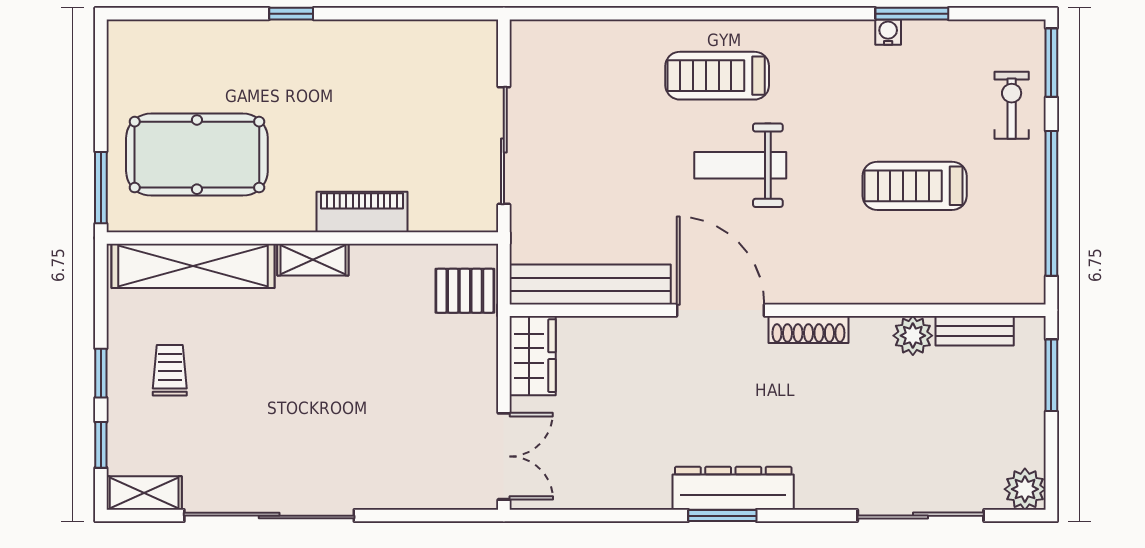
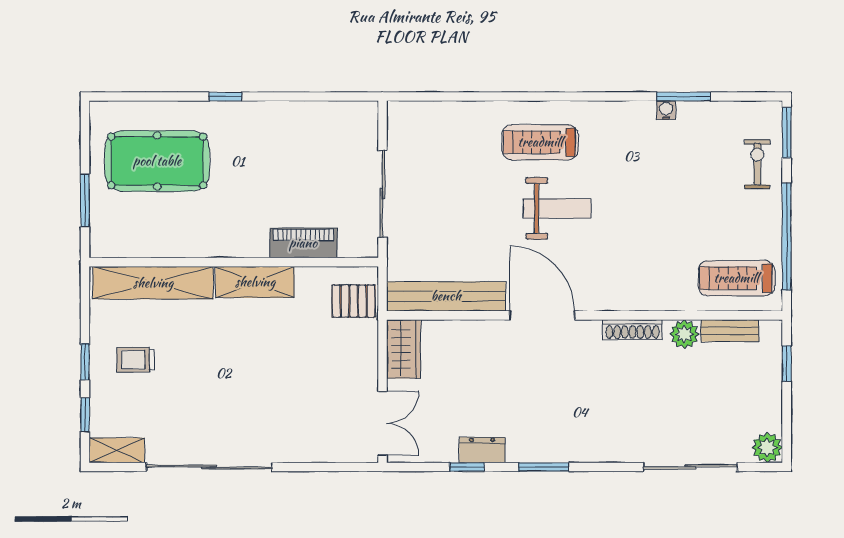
pool table: (197, 155) -> (157, 161), moved
weight bench: (740, 165) -> (557, 208), turned 180
treadmill: (915, 186) -> (736, 278), moved
window: (101, 188) -> (85, 200), moved
piano: (362, 212) -> (303, 243), moved
shelving: (313, 260) -> (255, 282), width x1.50, depth x1.33
shoe rack: (808, 329) -> (633, 330), moved
trolley: (170, 370) -> (136, 360), turned -90
window: (1051, 375) -> (787, 364), width x0.67
dresser: (733, 488) -> (482, 450), moved, width x0.51, depth x0.80
window: (618, 516) -> (467, 467), added

